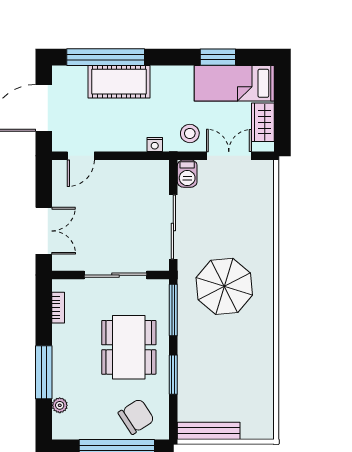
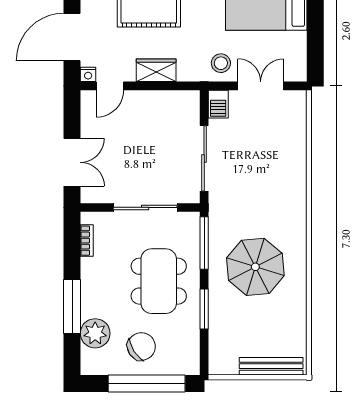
wardrobe: (263, 122) -> (156, 70), moved, turned 90
nightstand: (155, 145) -> (88, 74), moved
parasol: (224, 286) -> (255, 267), moved
plant: (60, 405) -> (95, 333), width x1.88, depth x1.88
chair: (136, 416) -> (141, 347), moved
bench: (209, 431) -> (271, 366), moved

